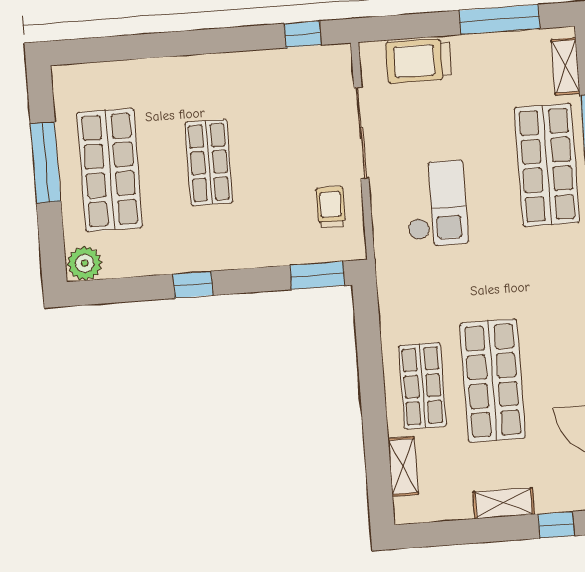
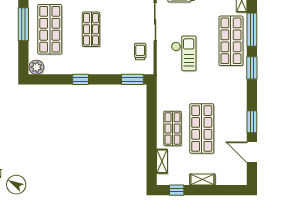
window: (556, 525) -> (177, 190), moved

